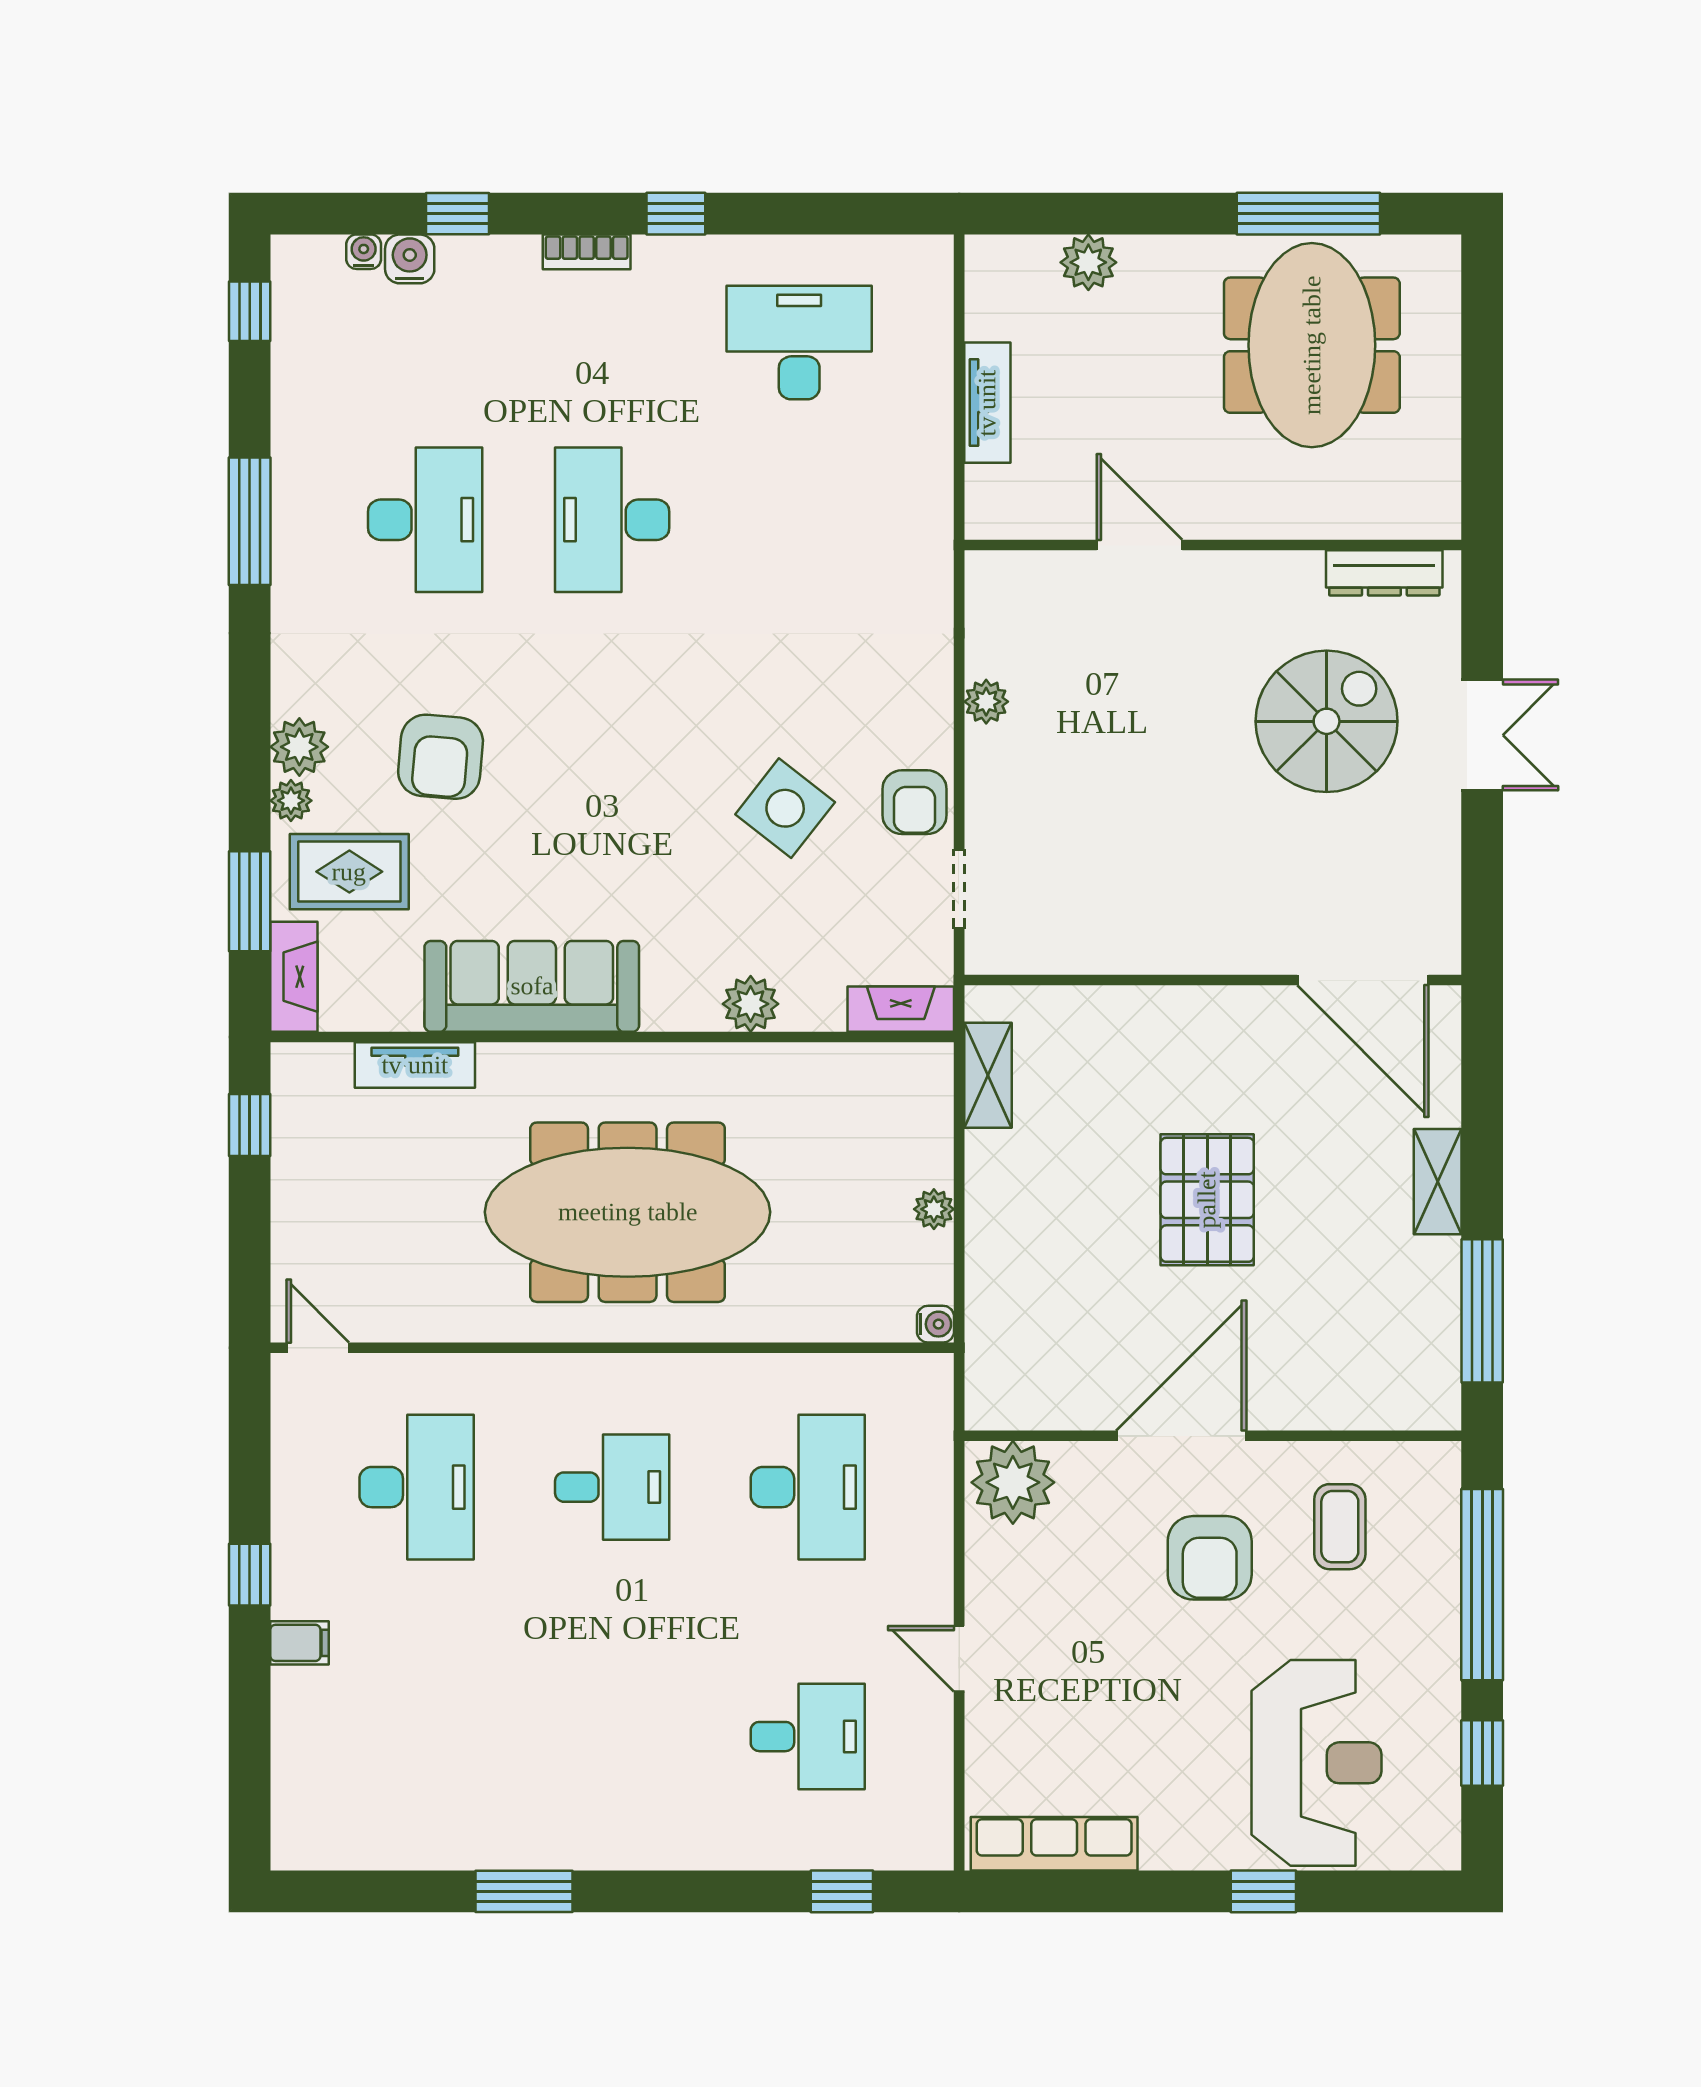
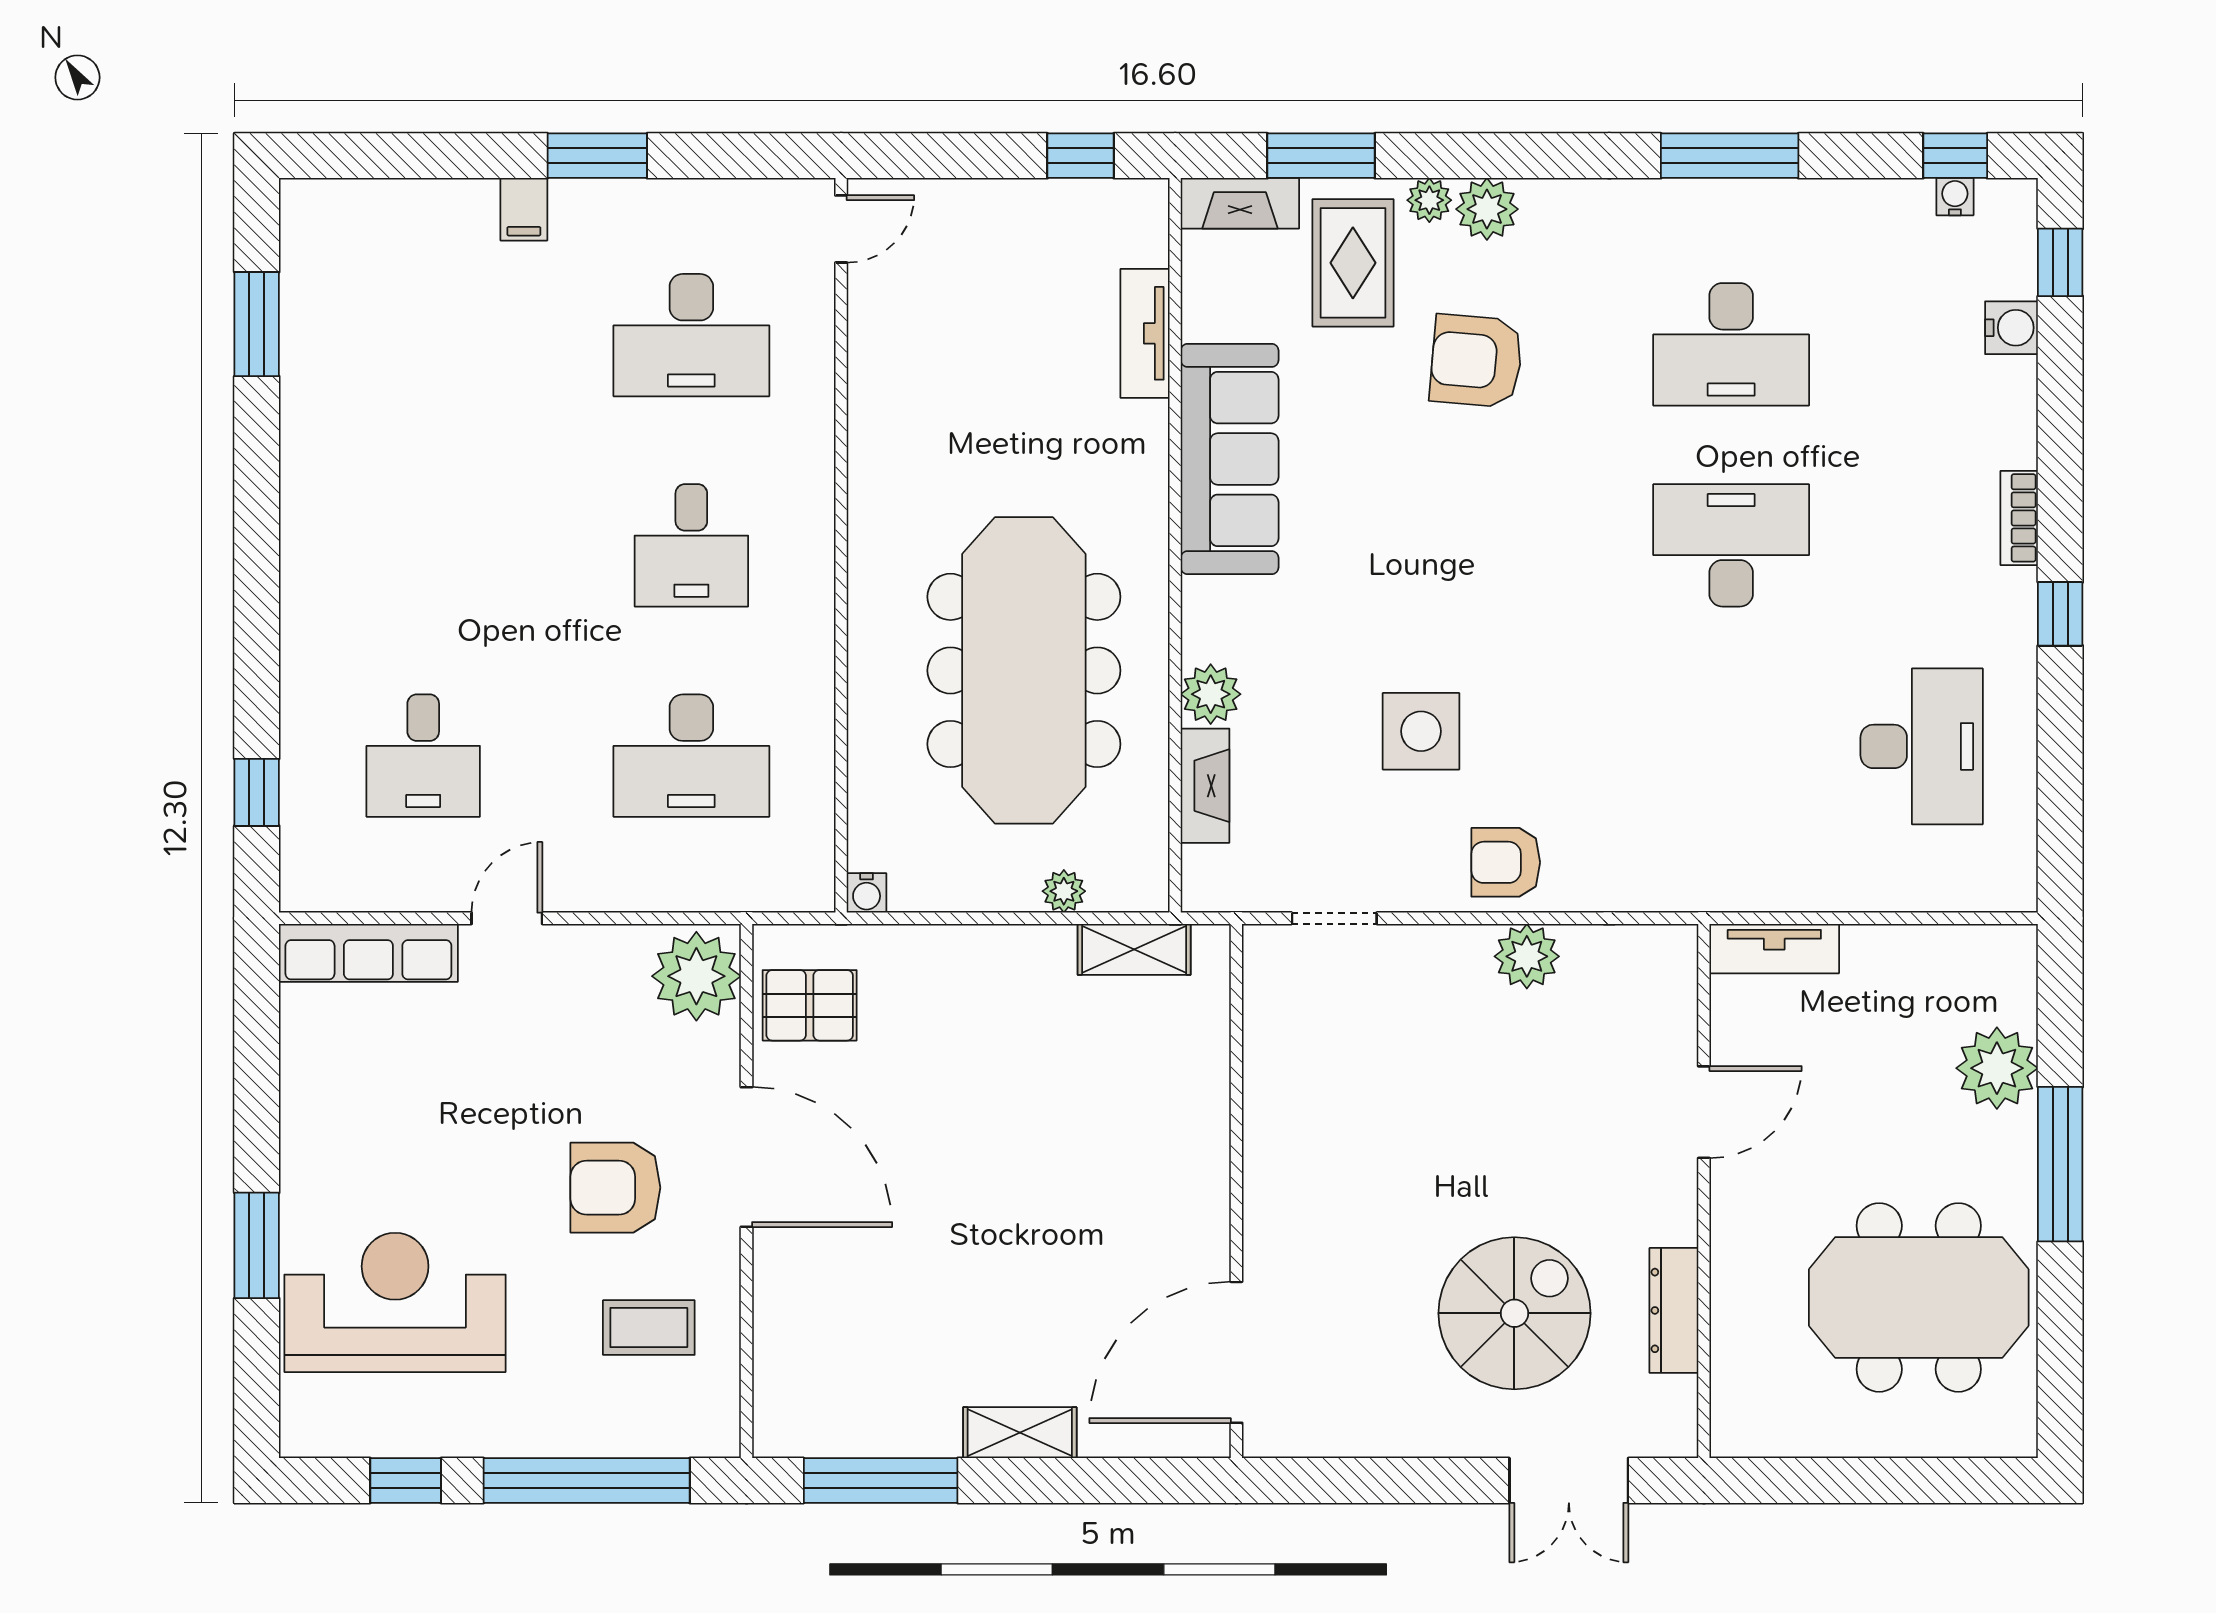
window: (458, 214) -> (2060, 262), moved
window: (1308, 214) -> (2060, 1164), moved
water cooler: (364, 252) -> (1955, 197), moved, turned -90
plant: (1088, 262) -> (1997, 1068), width x1.36, depth x1.36
tv unit: (987, 403) -> (1774, 949), moved
dresser: (1384, 573) -> (1674, 1310), moved
plant: (986, 702) -> (1527, 956), width x1.38, depth x1.38
spiral stairs: (1327, 721) -> (1514, 1313), turned -90
double door: (1482, 735) -> (1569, 1480), moved
armchair: (915, 802) -> (1506, 862), moved
side table: (785, 808) -> (1421, 731), turned -38
fireplace: (901, 1009) -> (1205, 786), moved
pallet: (1207, 1200) -> (810, 1005), moved, width x0.67, depth x0.71
plant: (934, 1209) -> (1064, 891), moved
meeting table: (628, 1212) -> (1024, 670), moved
window: (250, 1575) -> (597, 156), width x1.50
reception desk: (1317, 1763) -> (395, 1302), turned 180
row of seats: (1054, 1844) -> (368, 953), moved, turned 90
window: (524, 1891) -> (257, 324), moved
window: (1263, 1891) -> (257, 1245), width x1.50

